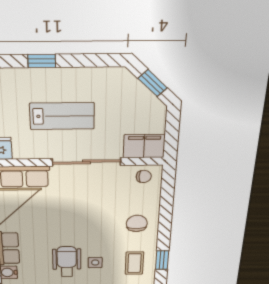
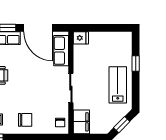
lab bench: (62, 116) -> (118, 85), moved, turned 180
sliding door: (87, 162) -> (71, 88), width x0.73

